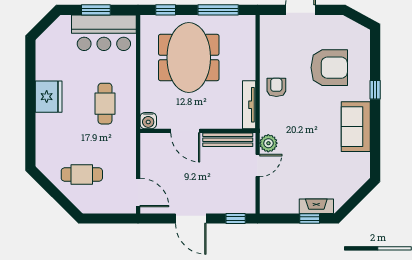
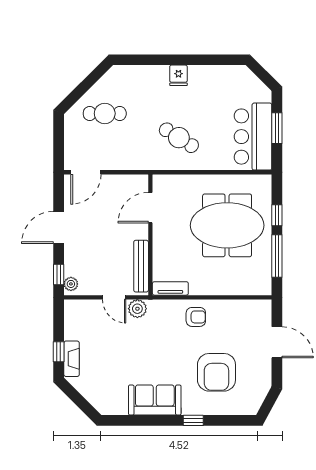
window: (166, 10) -> (277, 215), moved
fridge: (49, 97) -> (178, 75), width x0.53, depth x0.75
cafe table: (105, 104) -> (179, 138), turned 32
tv unit: (249, 105) -> (170, 288), width x0.71
water cooler: (148, 121) -> (161, 183), removed
door: (185, 131) -> (150, 208), moved
cafe table: (82, 174) -> (105, 113), turned 90
plant: (245, 207) -> (71, 284), added

